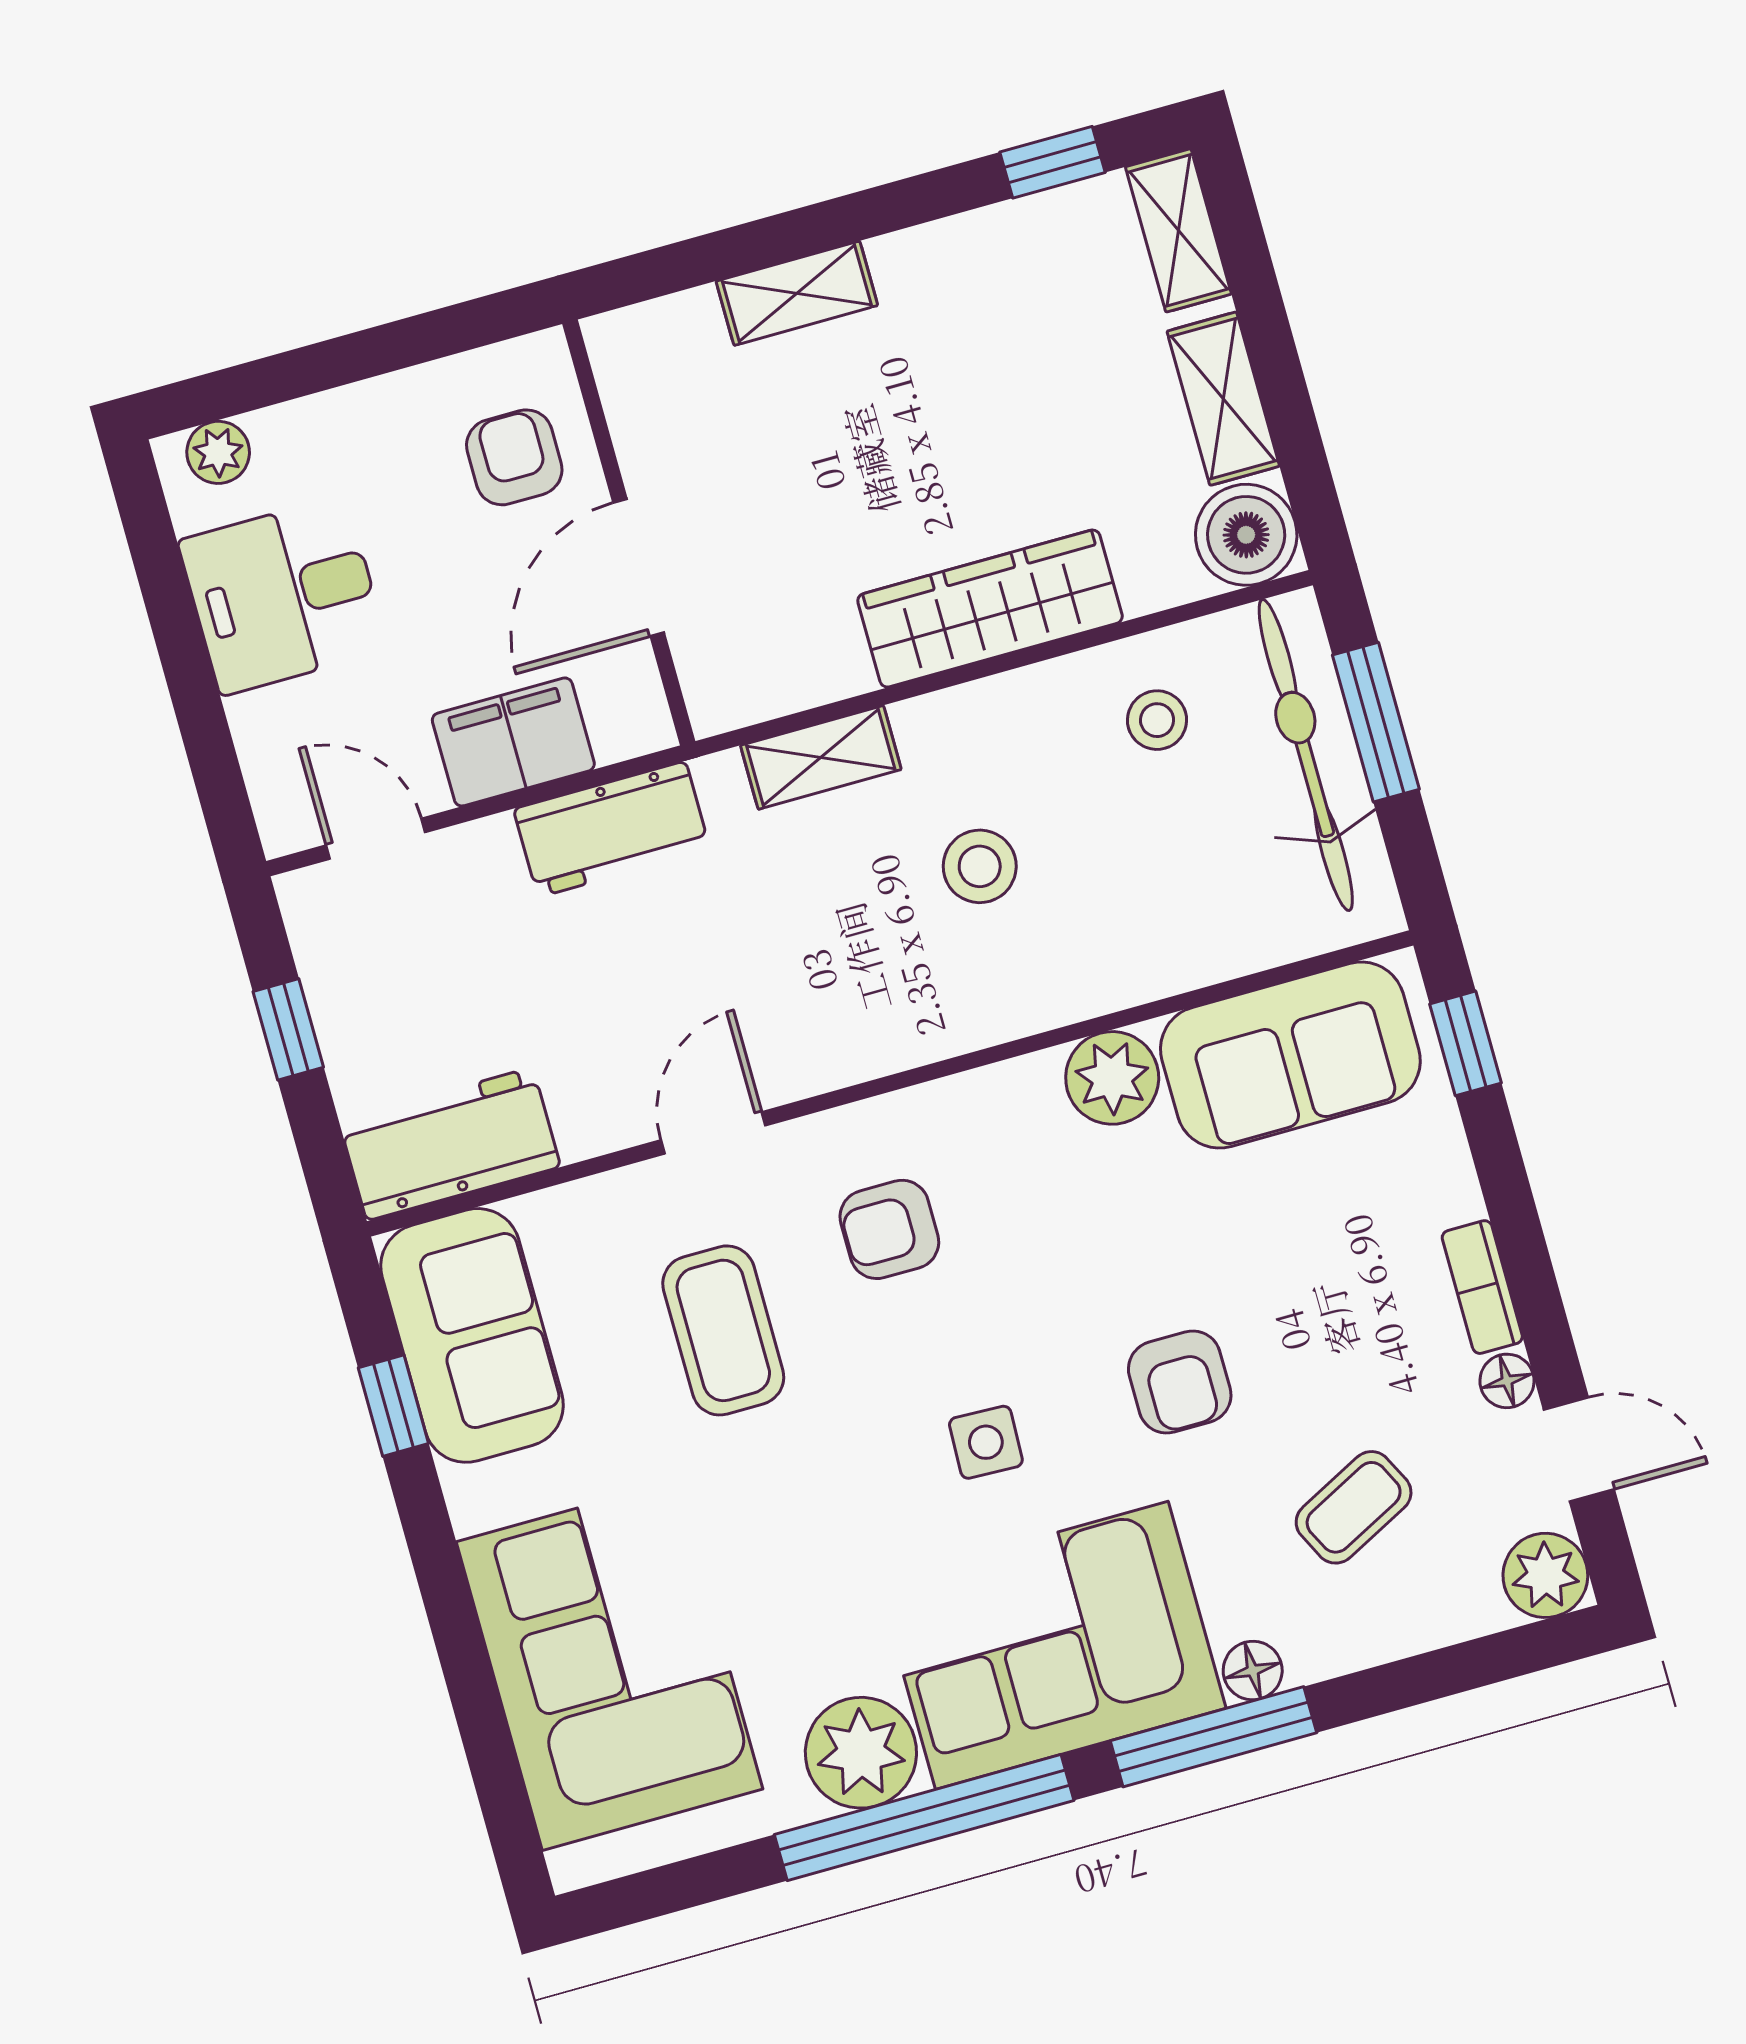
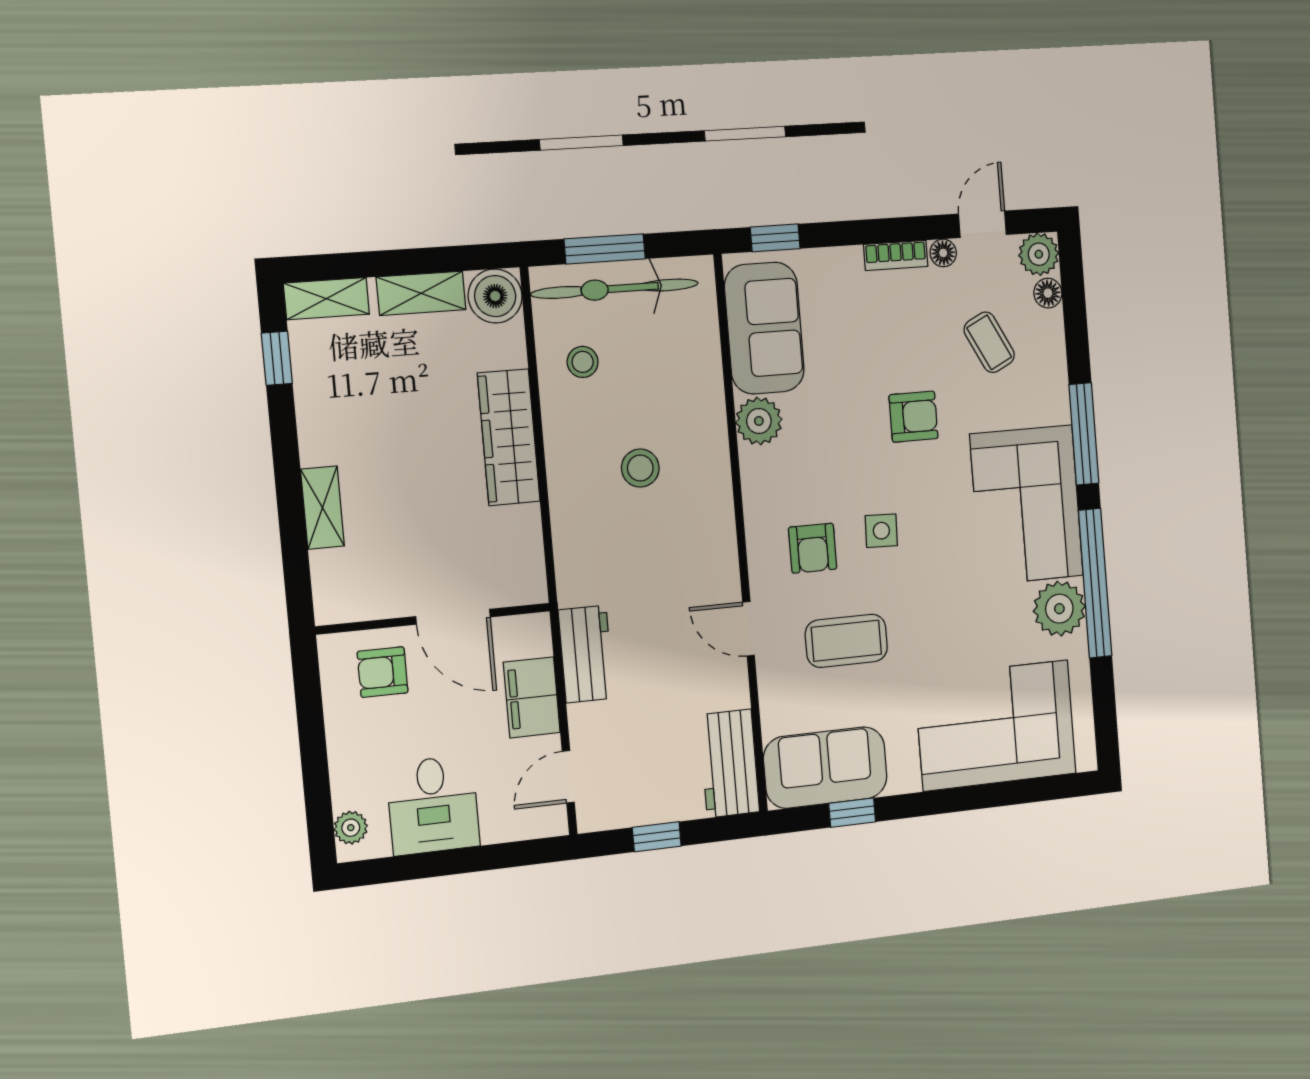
shelving: (821, 757) -> (569, 540), removed
side table: (986, 1442) -> (881, 531), moved
floor lamp: (1253, 1671) -> (1048, 293), moved

